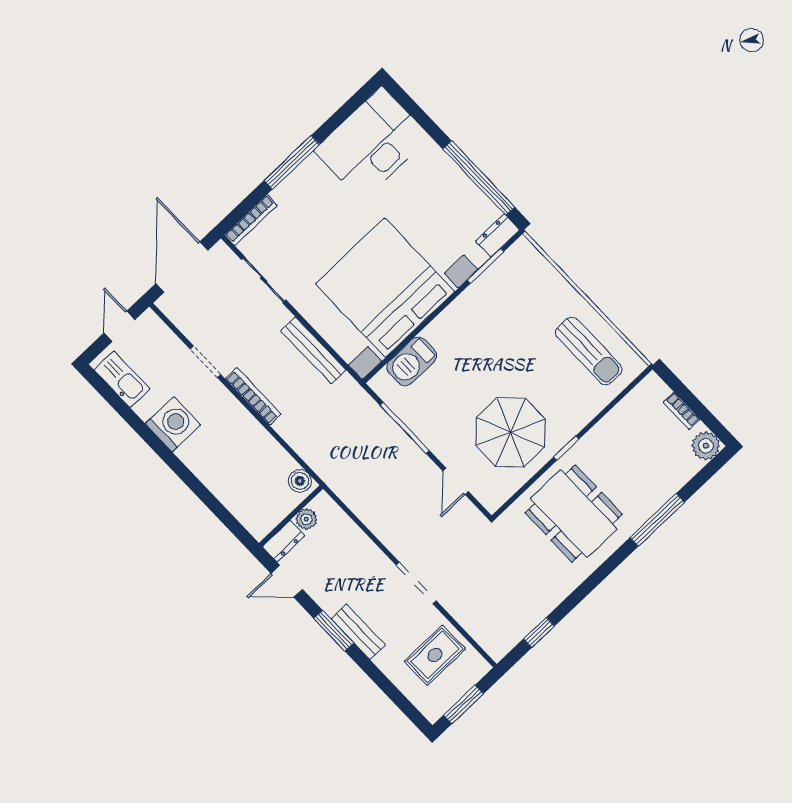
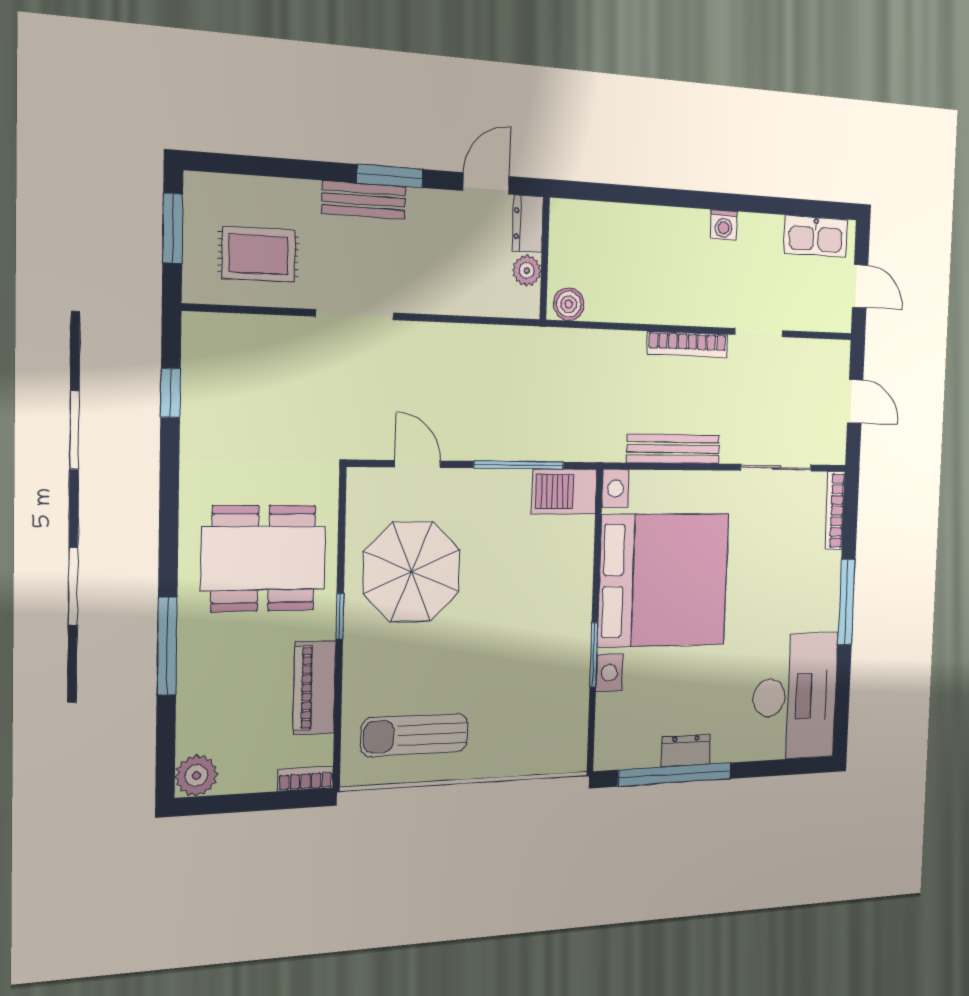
dresser: (497, 236) -> (686, 750), moved, turned -90
window: (485, 266) -> (594, 655), moved
door: (182, 267) -> (855, 401), width x0.53
barbecue: (412, 361) -> (564, 492), moved, turned -90
bookcase: (681, 411) -> (305, 779), moved
washing machine: (173, 424) -> (724, 225), width x0.53, depth x0.53
piano: (612, 427) -> (314, 688), added
rug: (435, 655) -> (259, 254), turned 90

